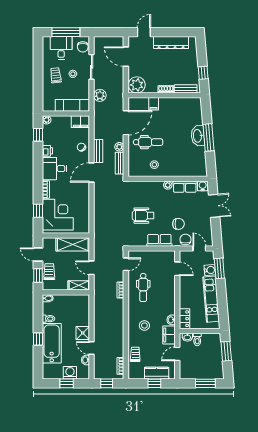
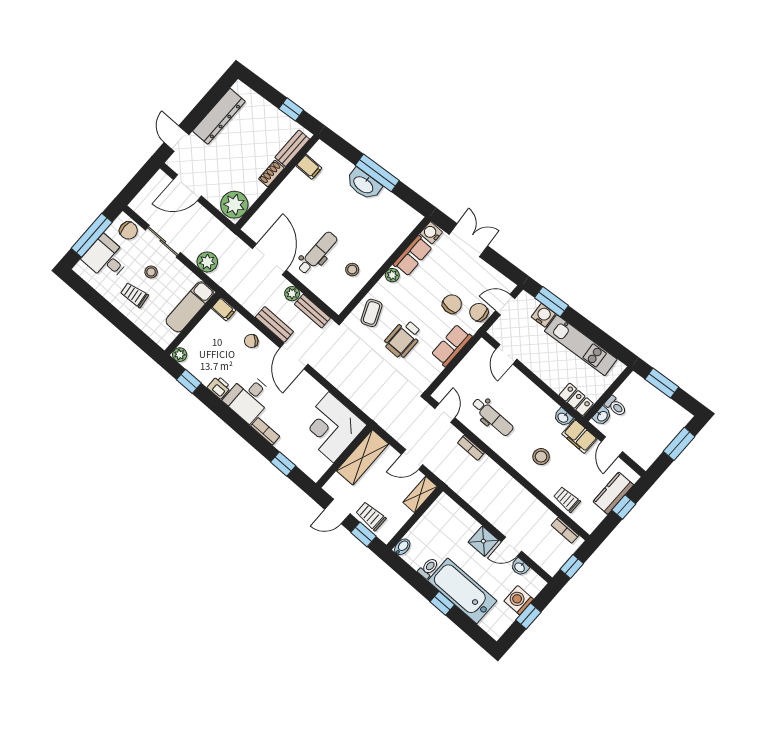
filing cabinet: (154, 104) -> (309, 167), moved
filing cabinet: (80, 122) -> (224, 309), width x0.50
coffee table: (142, 191) -> (372, 313), added
corner desk: (58, 215) -> (331, 427), moved, turned -90
door: (177, 269) -> (506, 354), swing flipped

